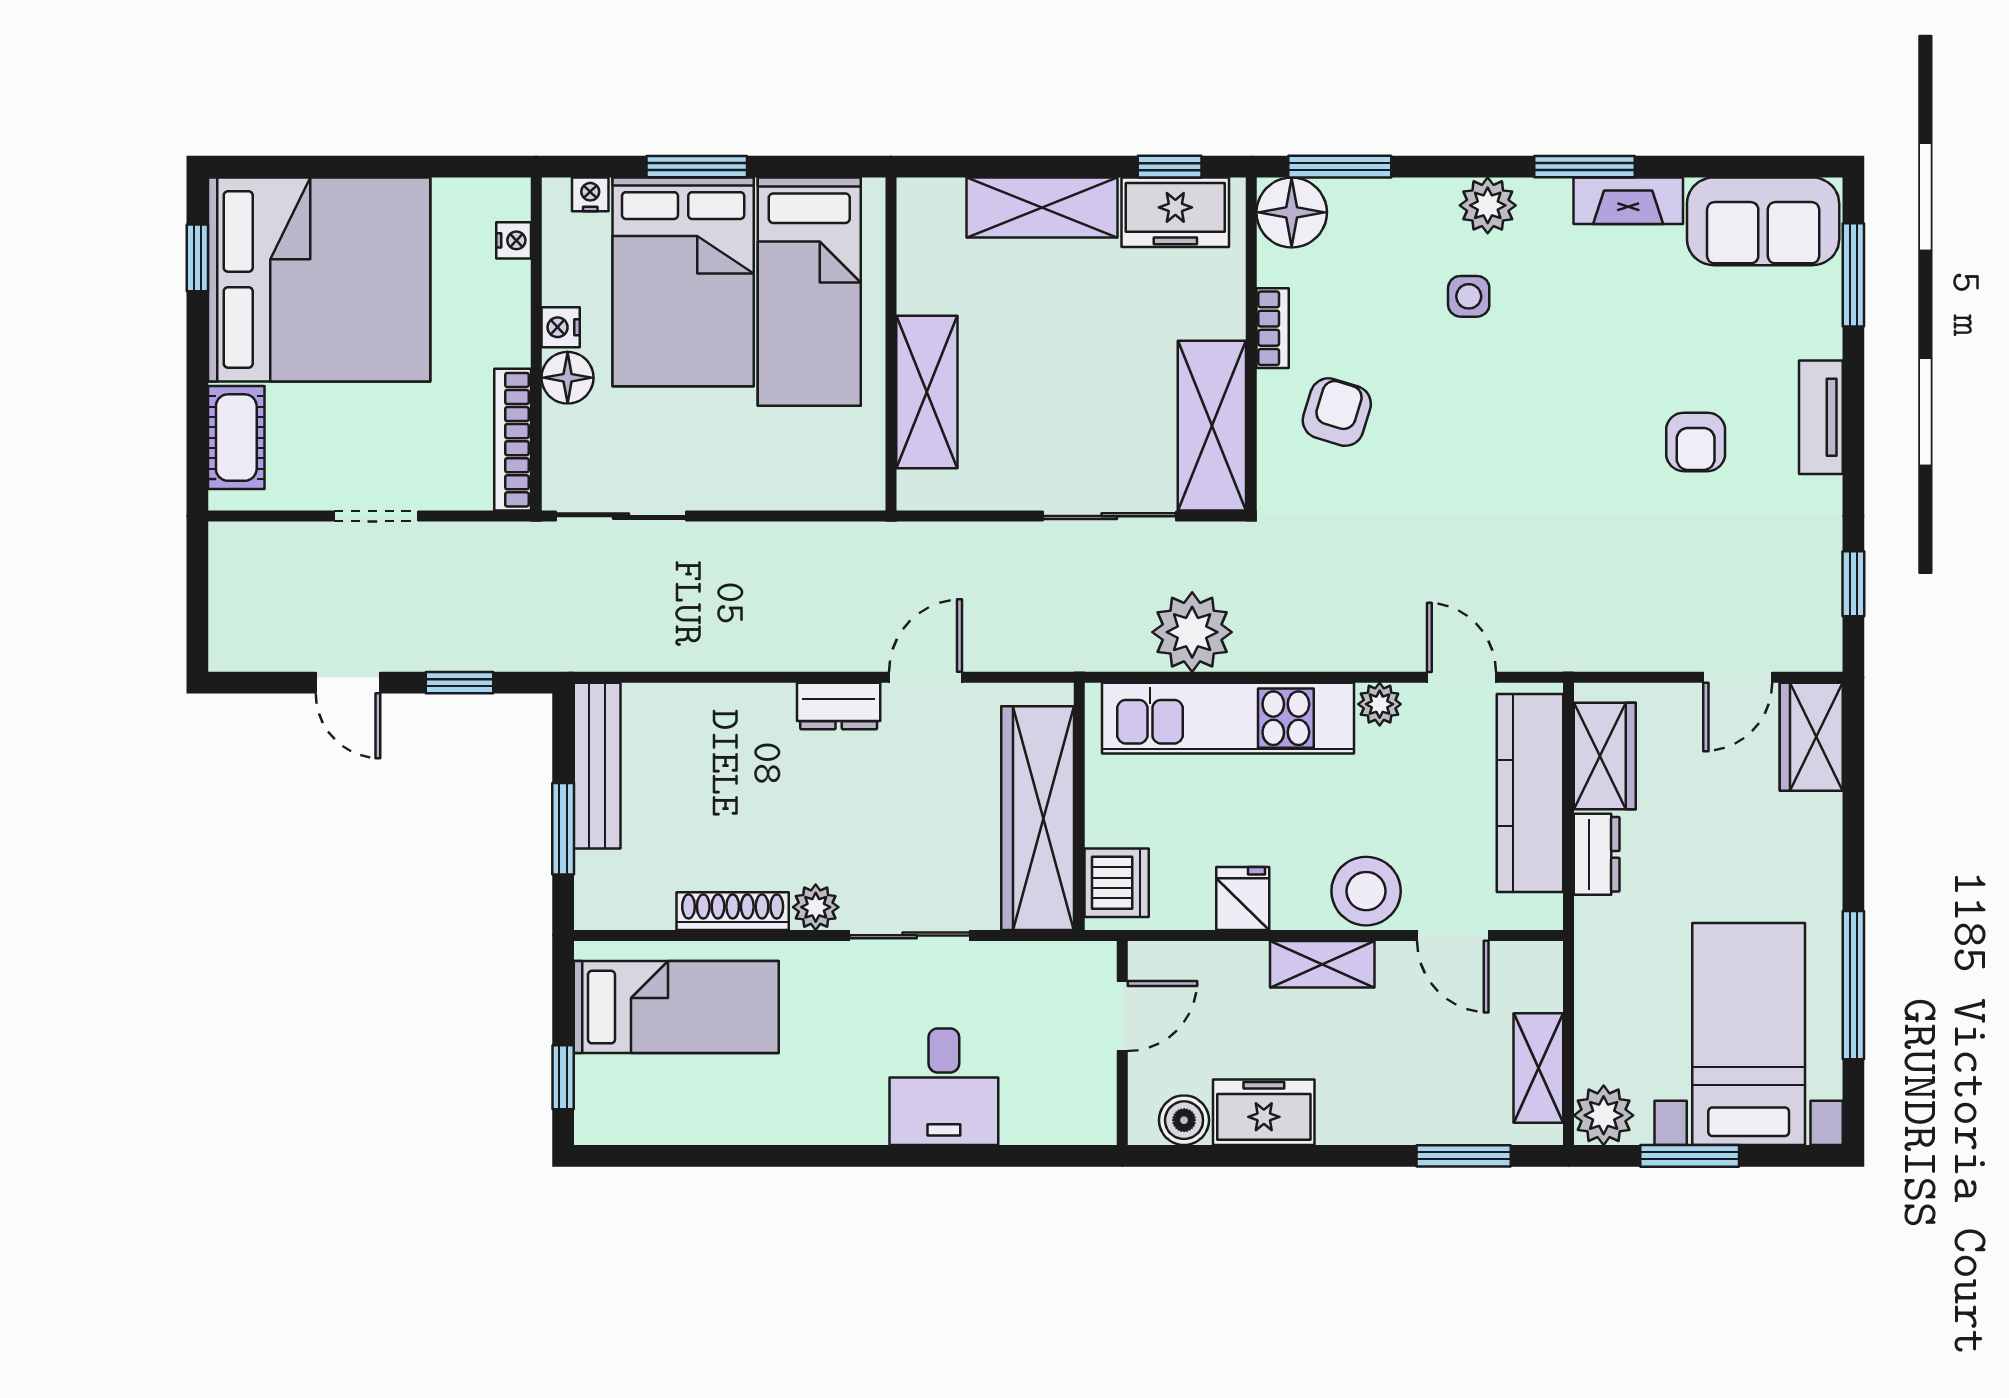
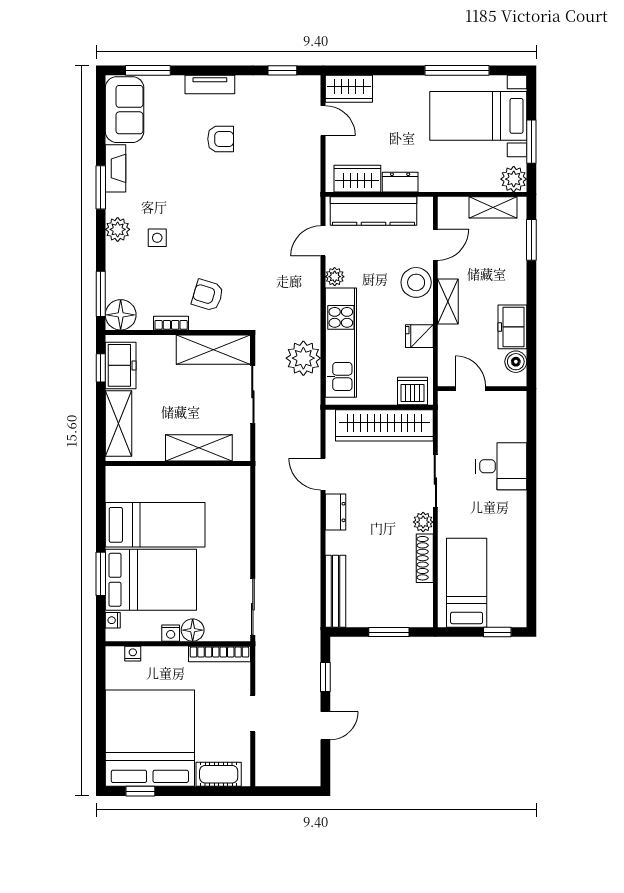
wall: (891, 344) -> (178, 464), moved
shelving: (927, 392) -> (199, 448), moved
bench: (597, 766) -> (336, 591), moved, turned 90

